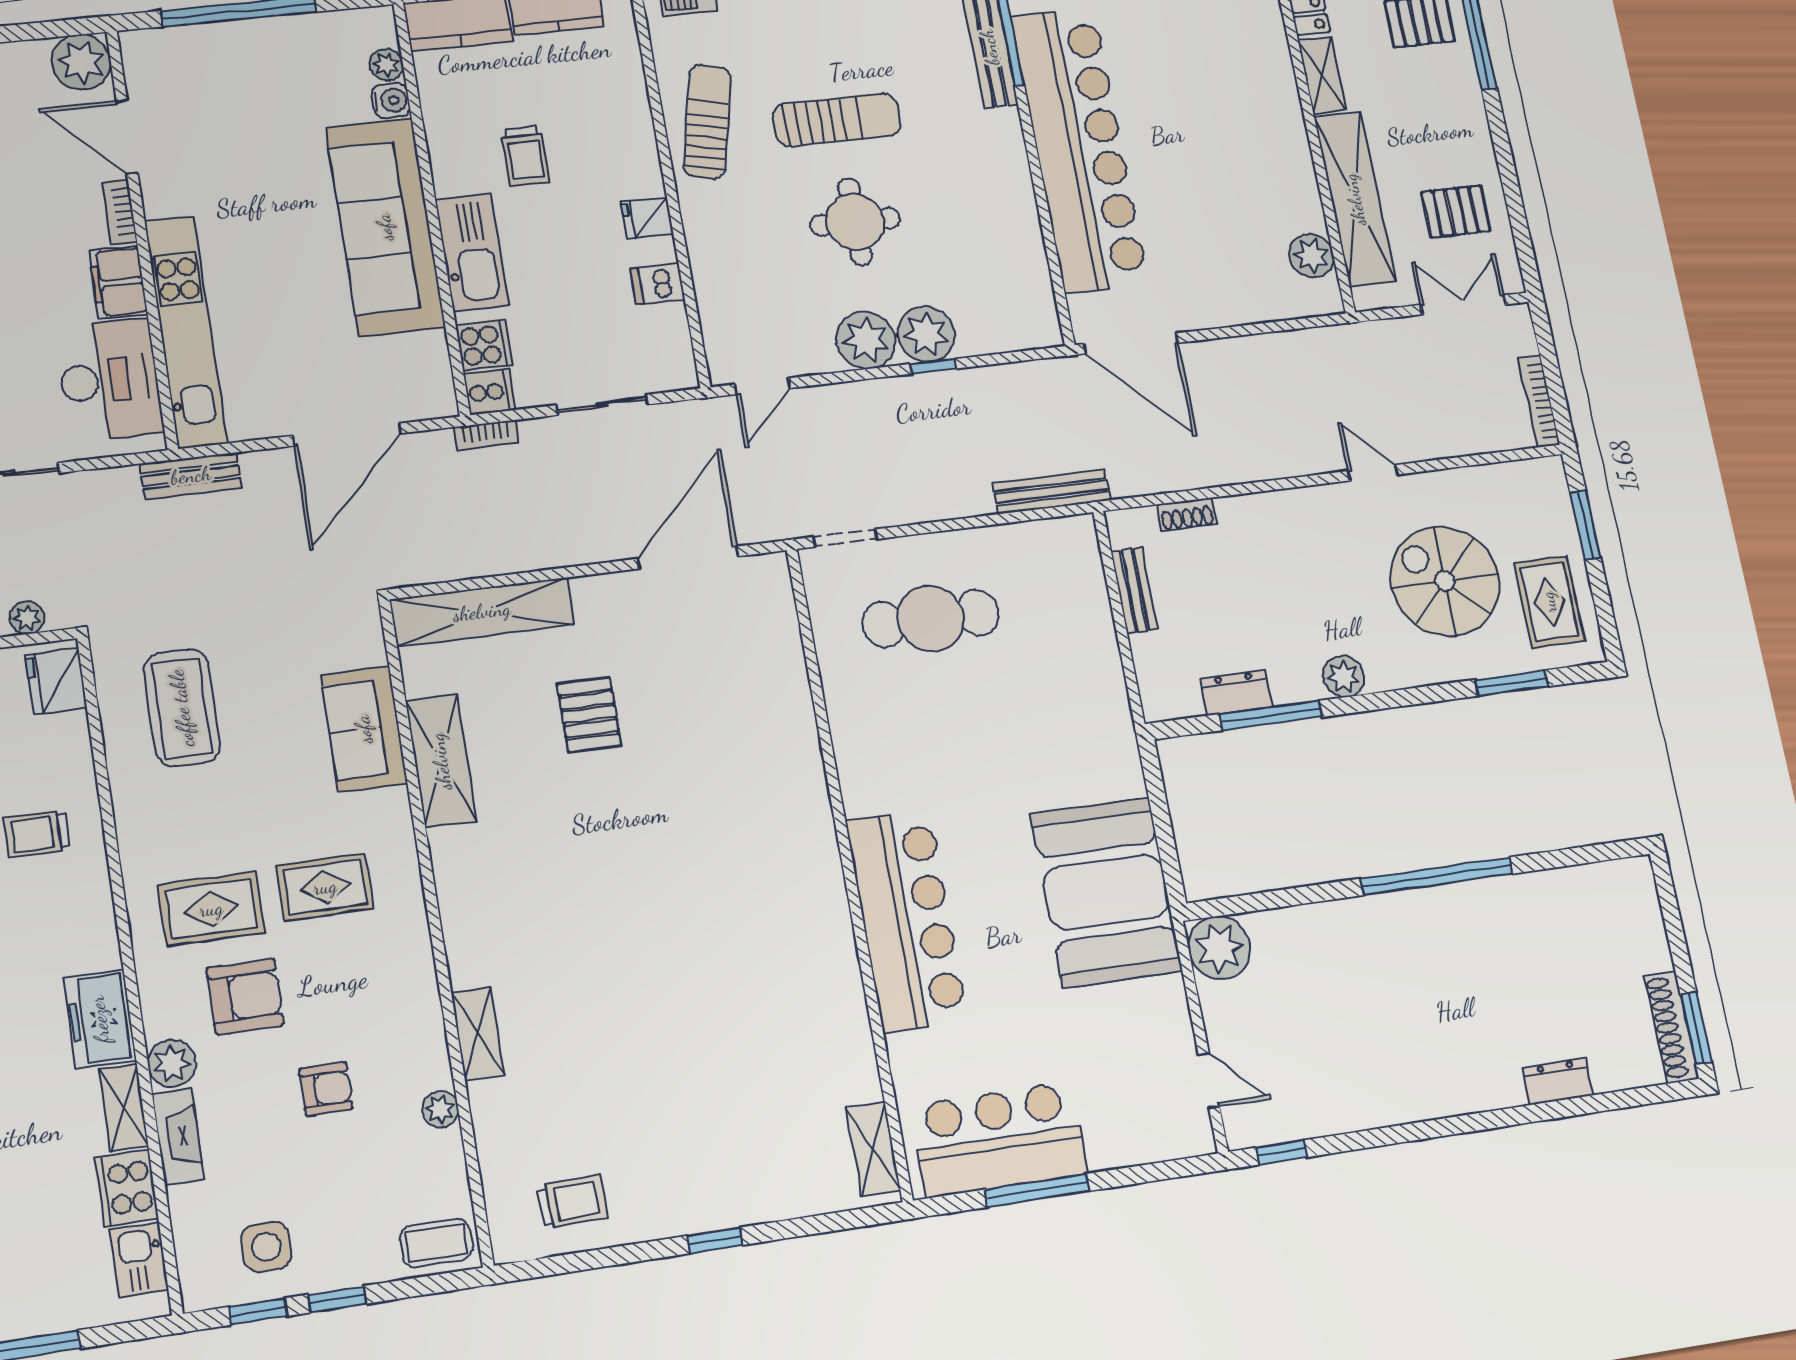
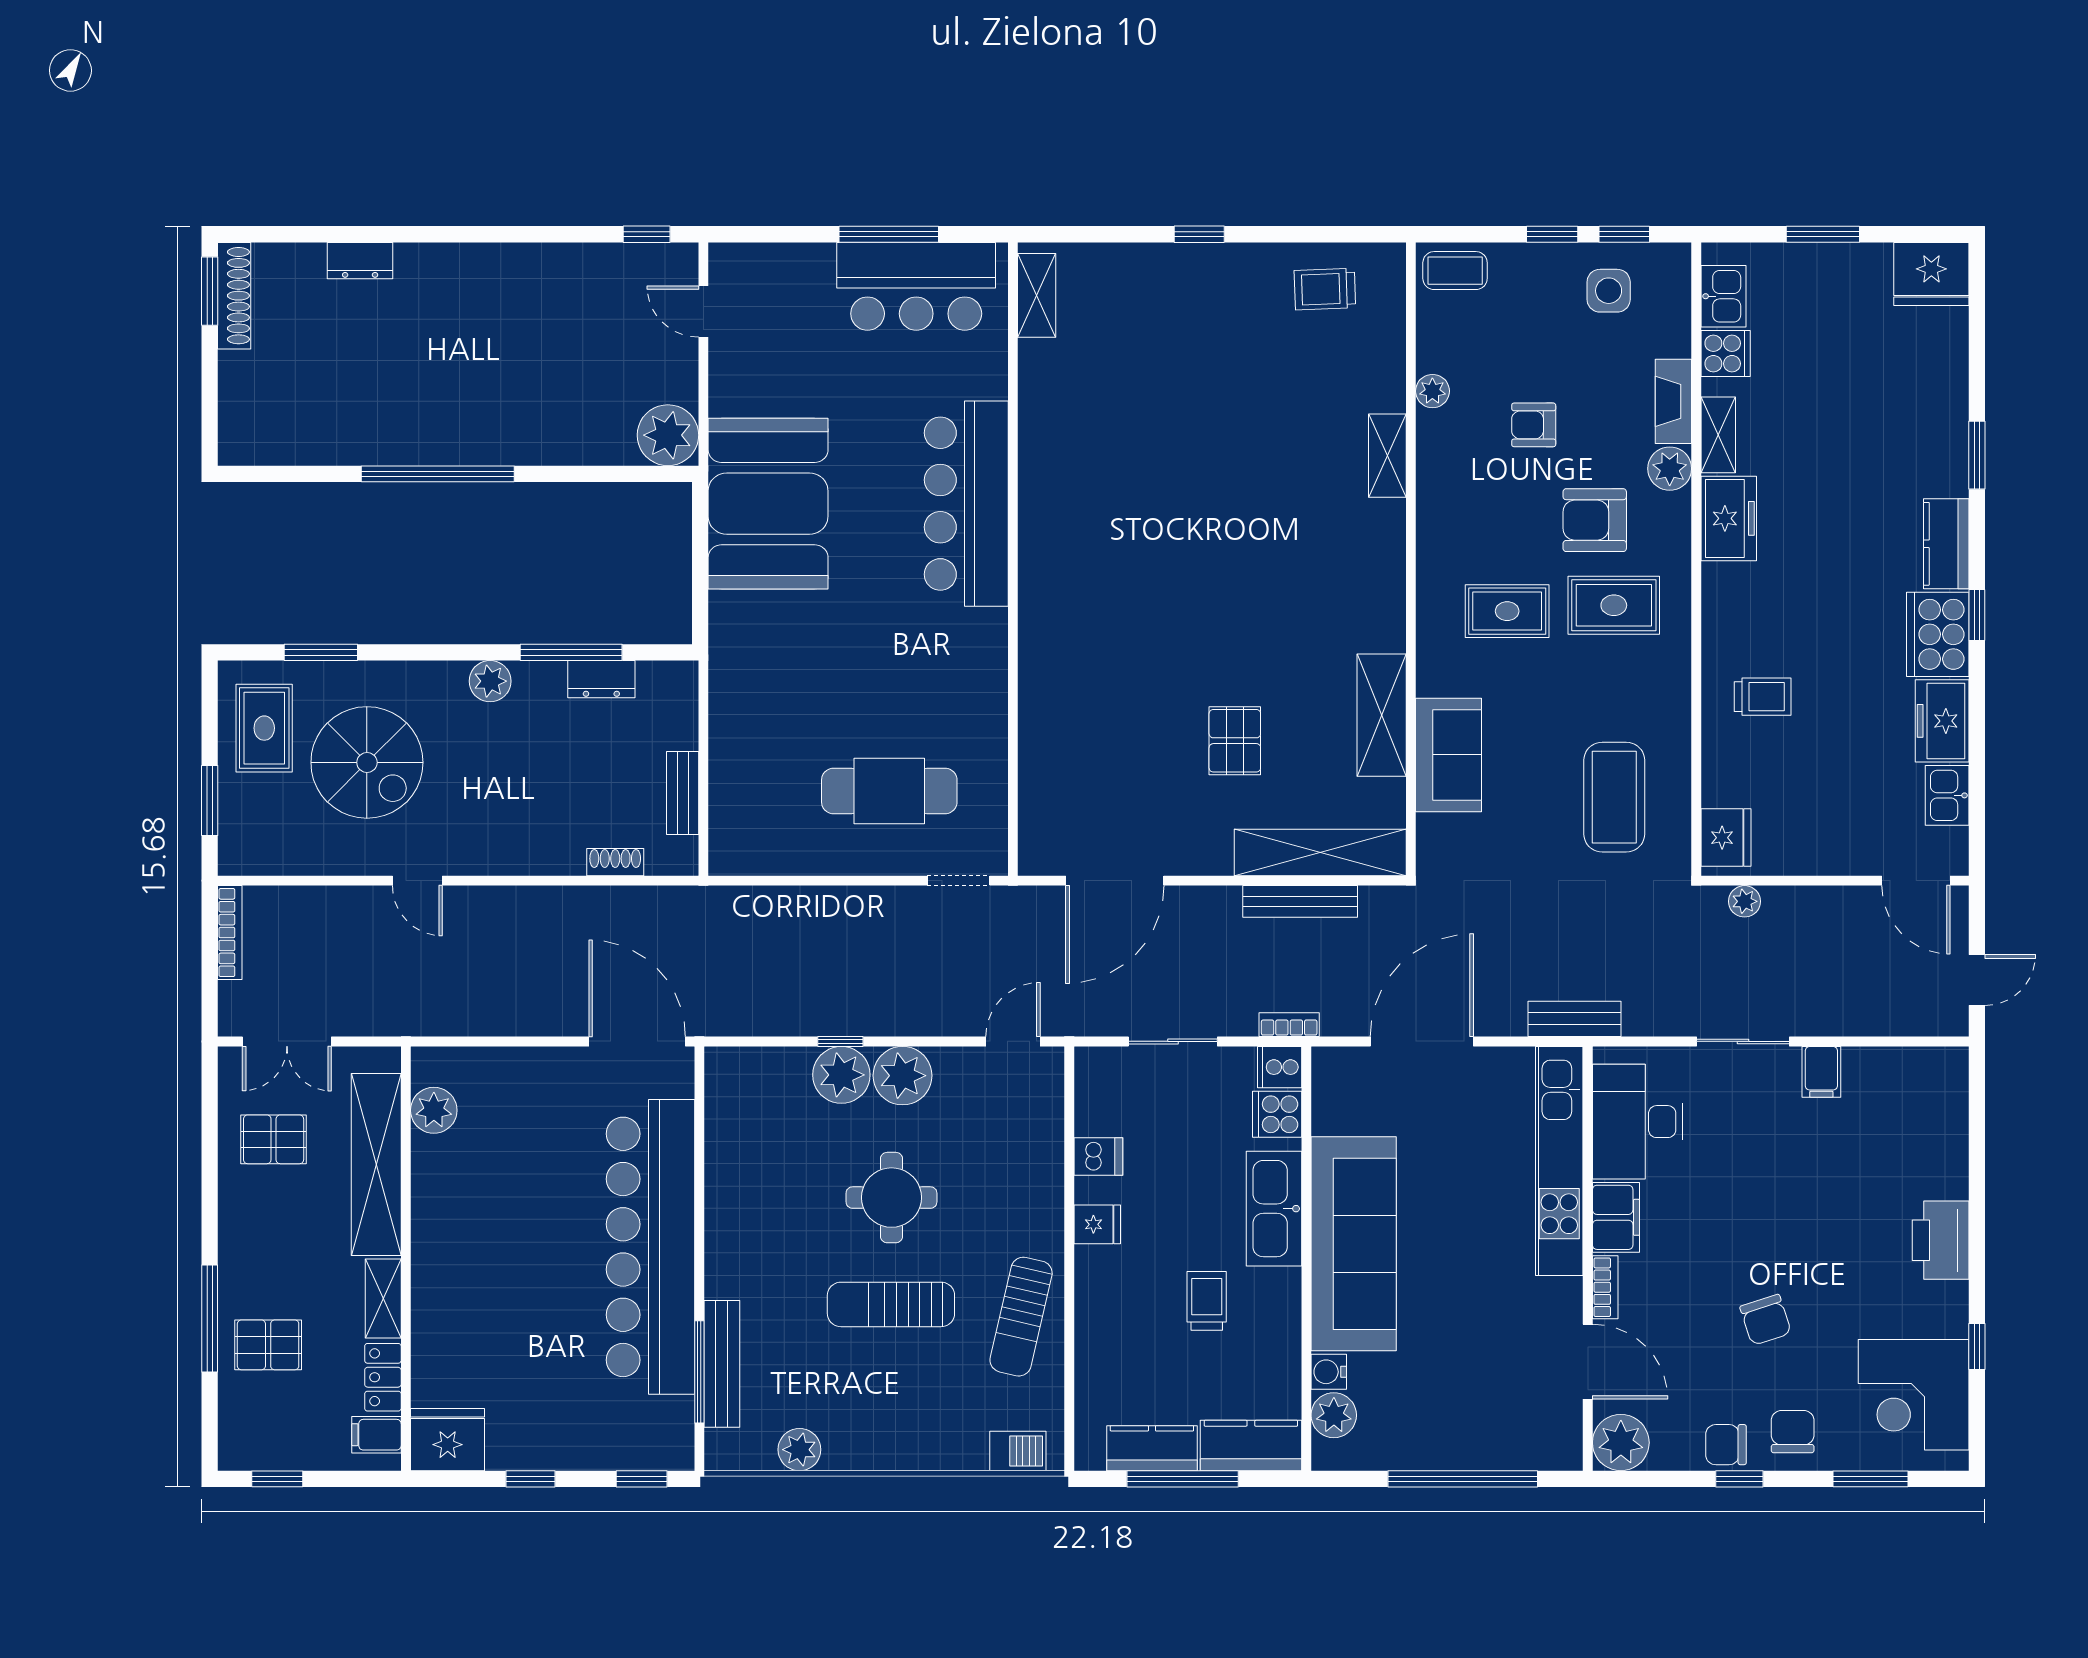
plant: (386, 65) -> (1334, 1415), width x1.38, depth x1.38
bench: (1052, 492) -> (1300, 901), moved
cooker: (127, 1188) -> (1726, 353), width x0.73

